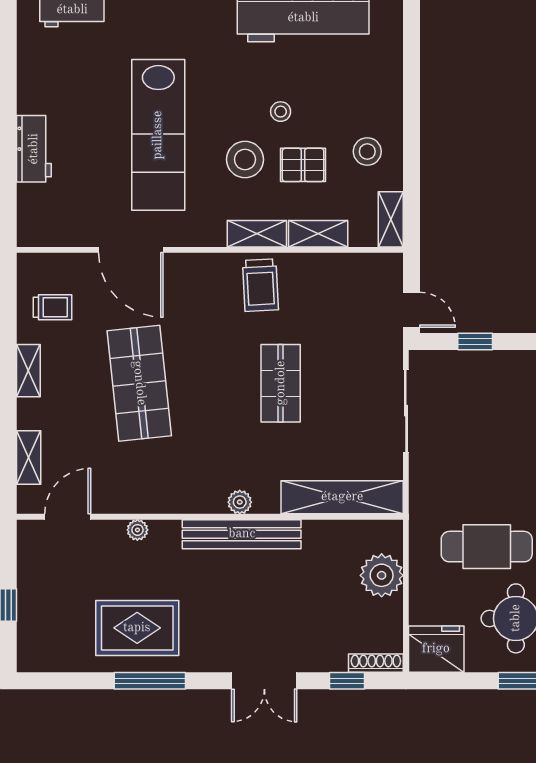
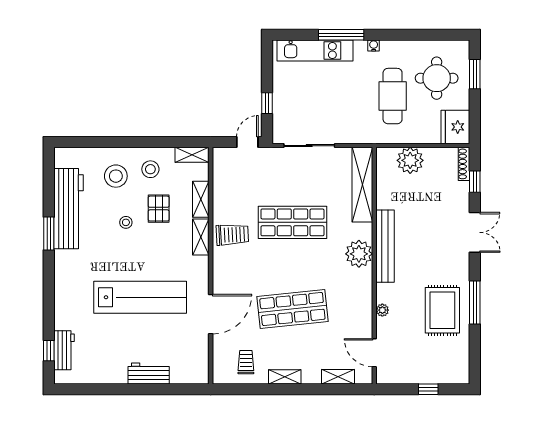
stool: (245, 159) -> (116, 176), moved
shop shelf: (281, 383) -> (292, 222), width x1.43, depth x1.36
plant: (240, 502) -> (359, 254), width x1.87, depth x1.87

